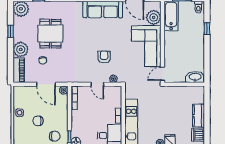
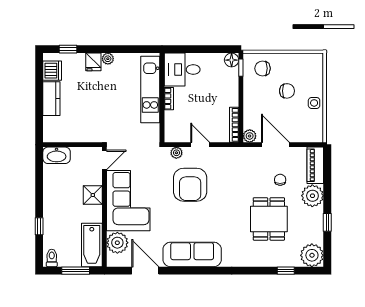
shower: (170, 50) -> (93, 195), added
armchair: (104, 57) -> (190, 185), width x1.88, depth x1.88

